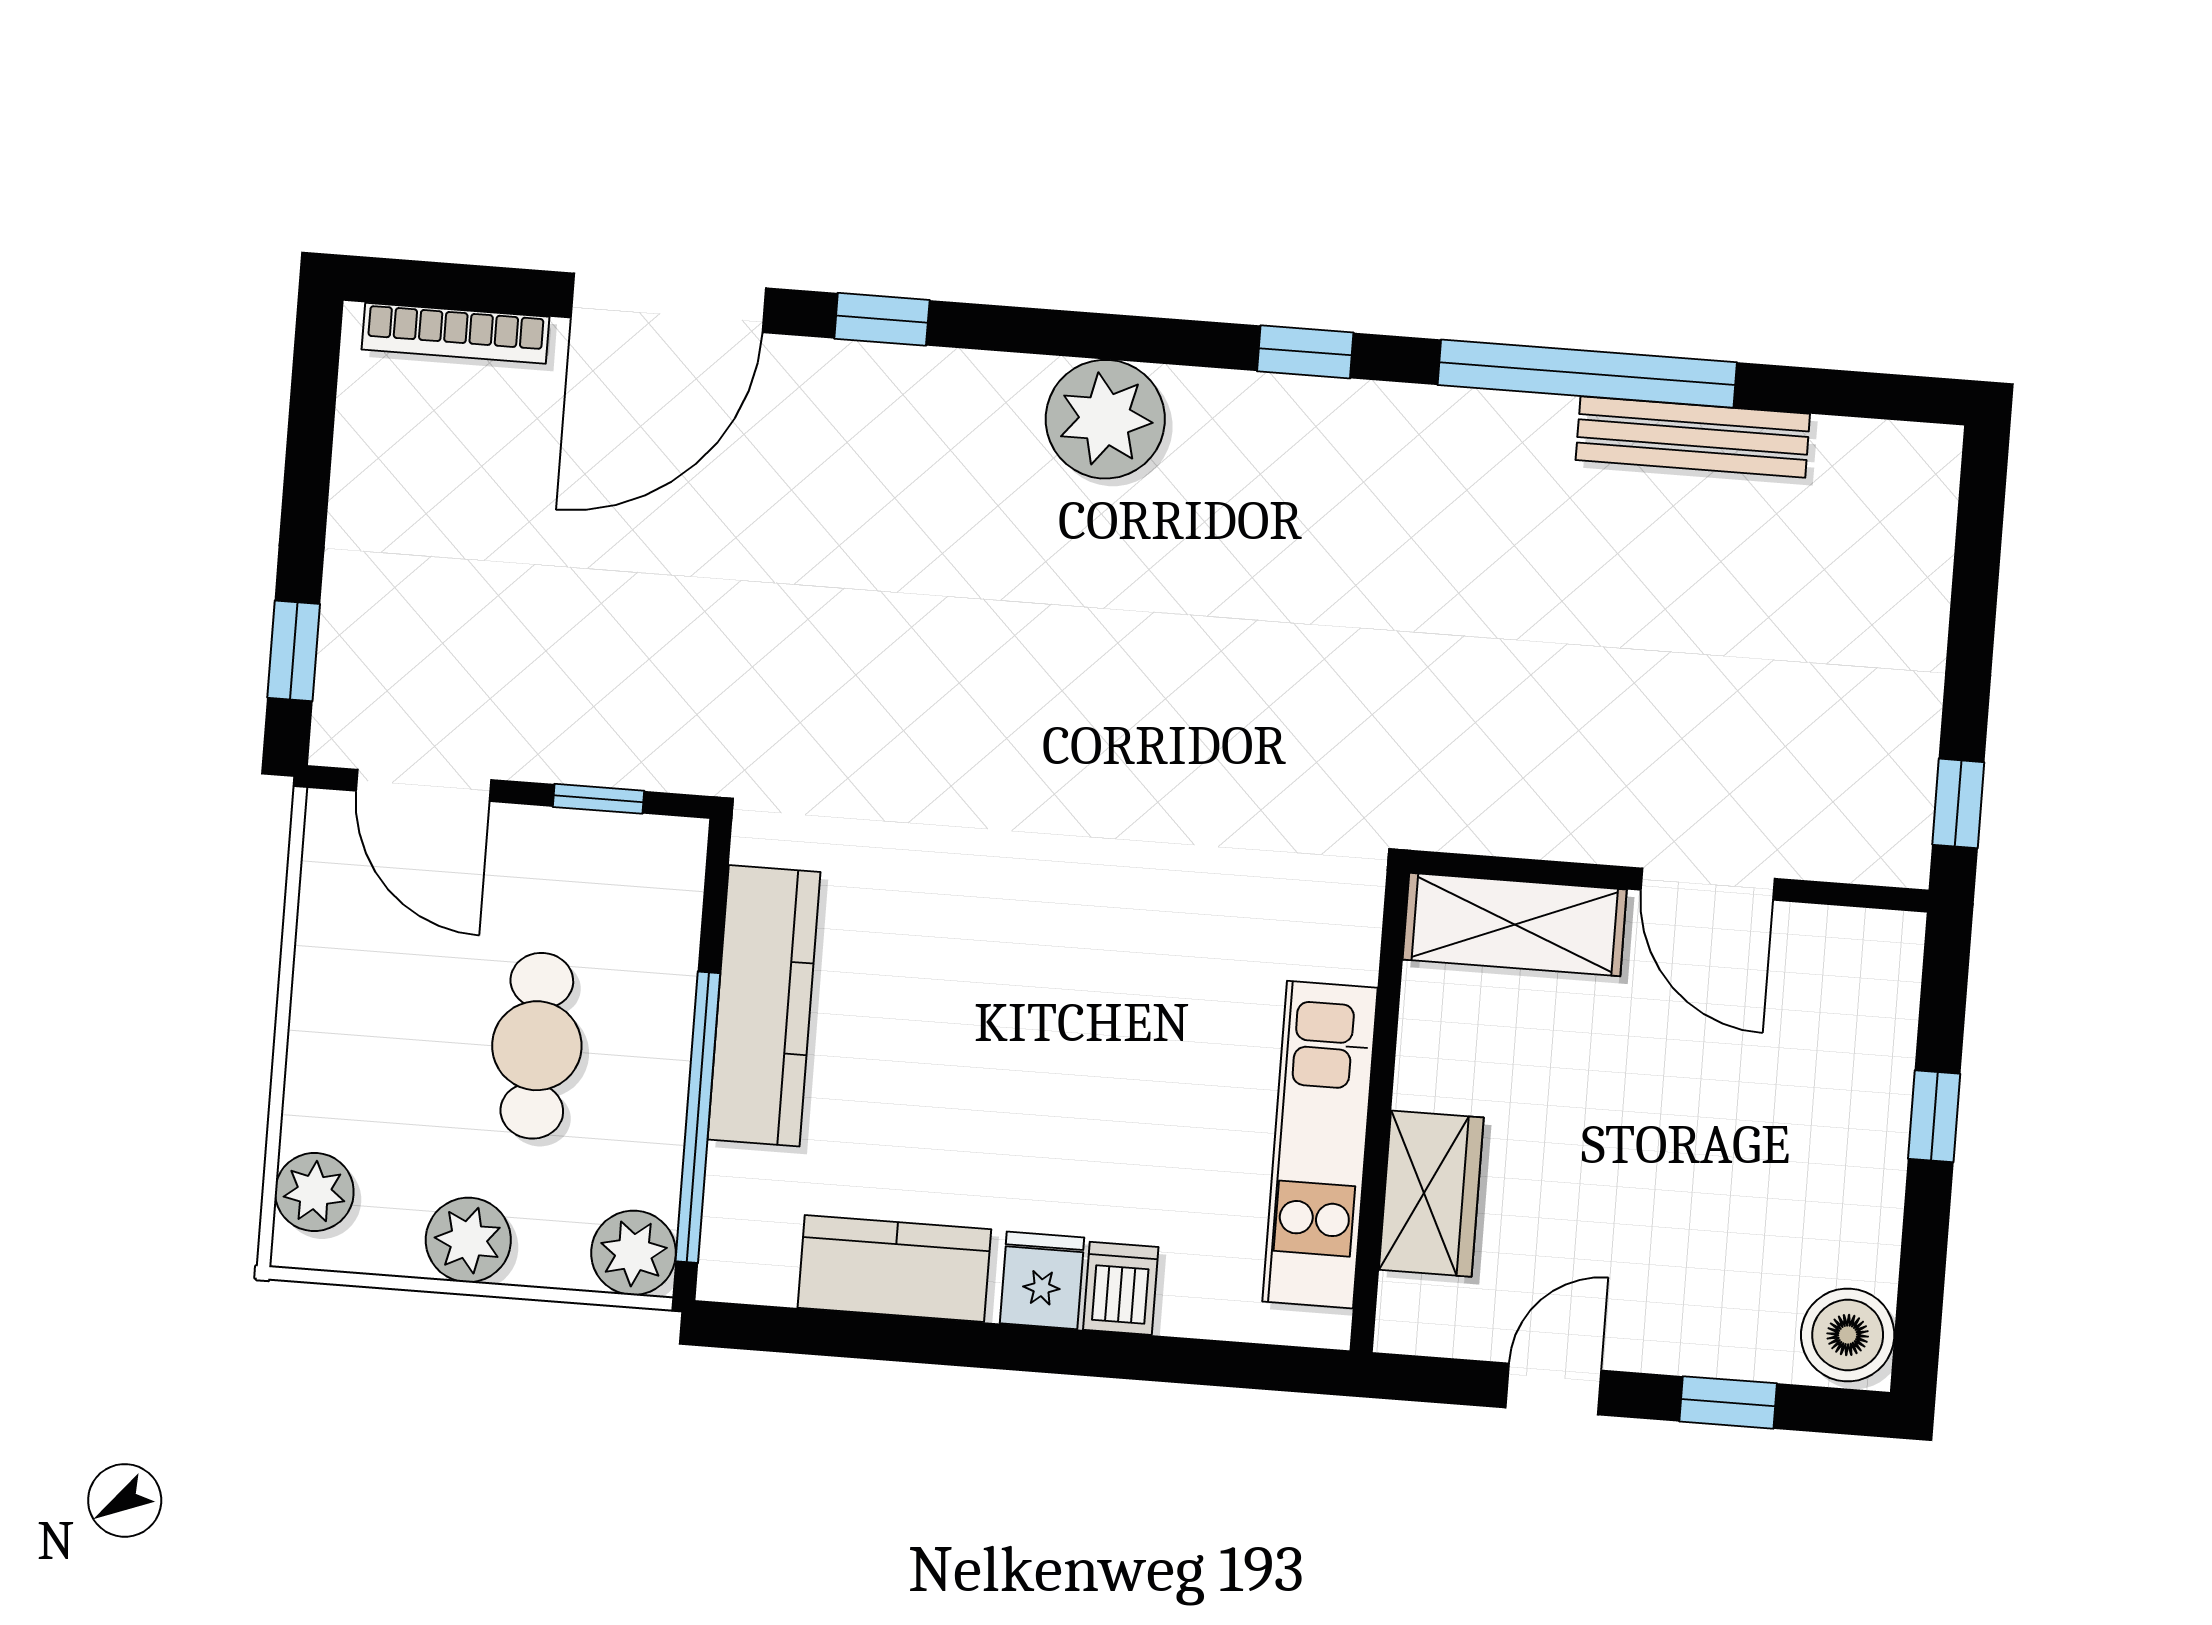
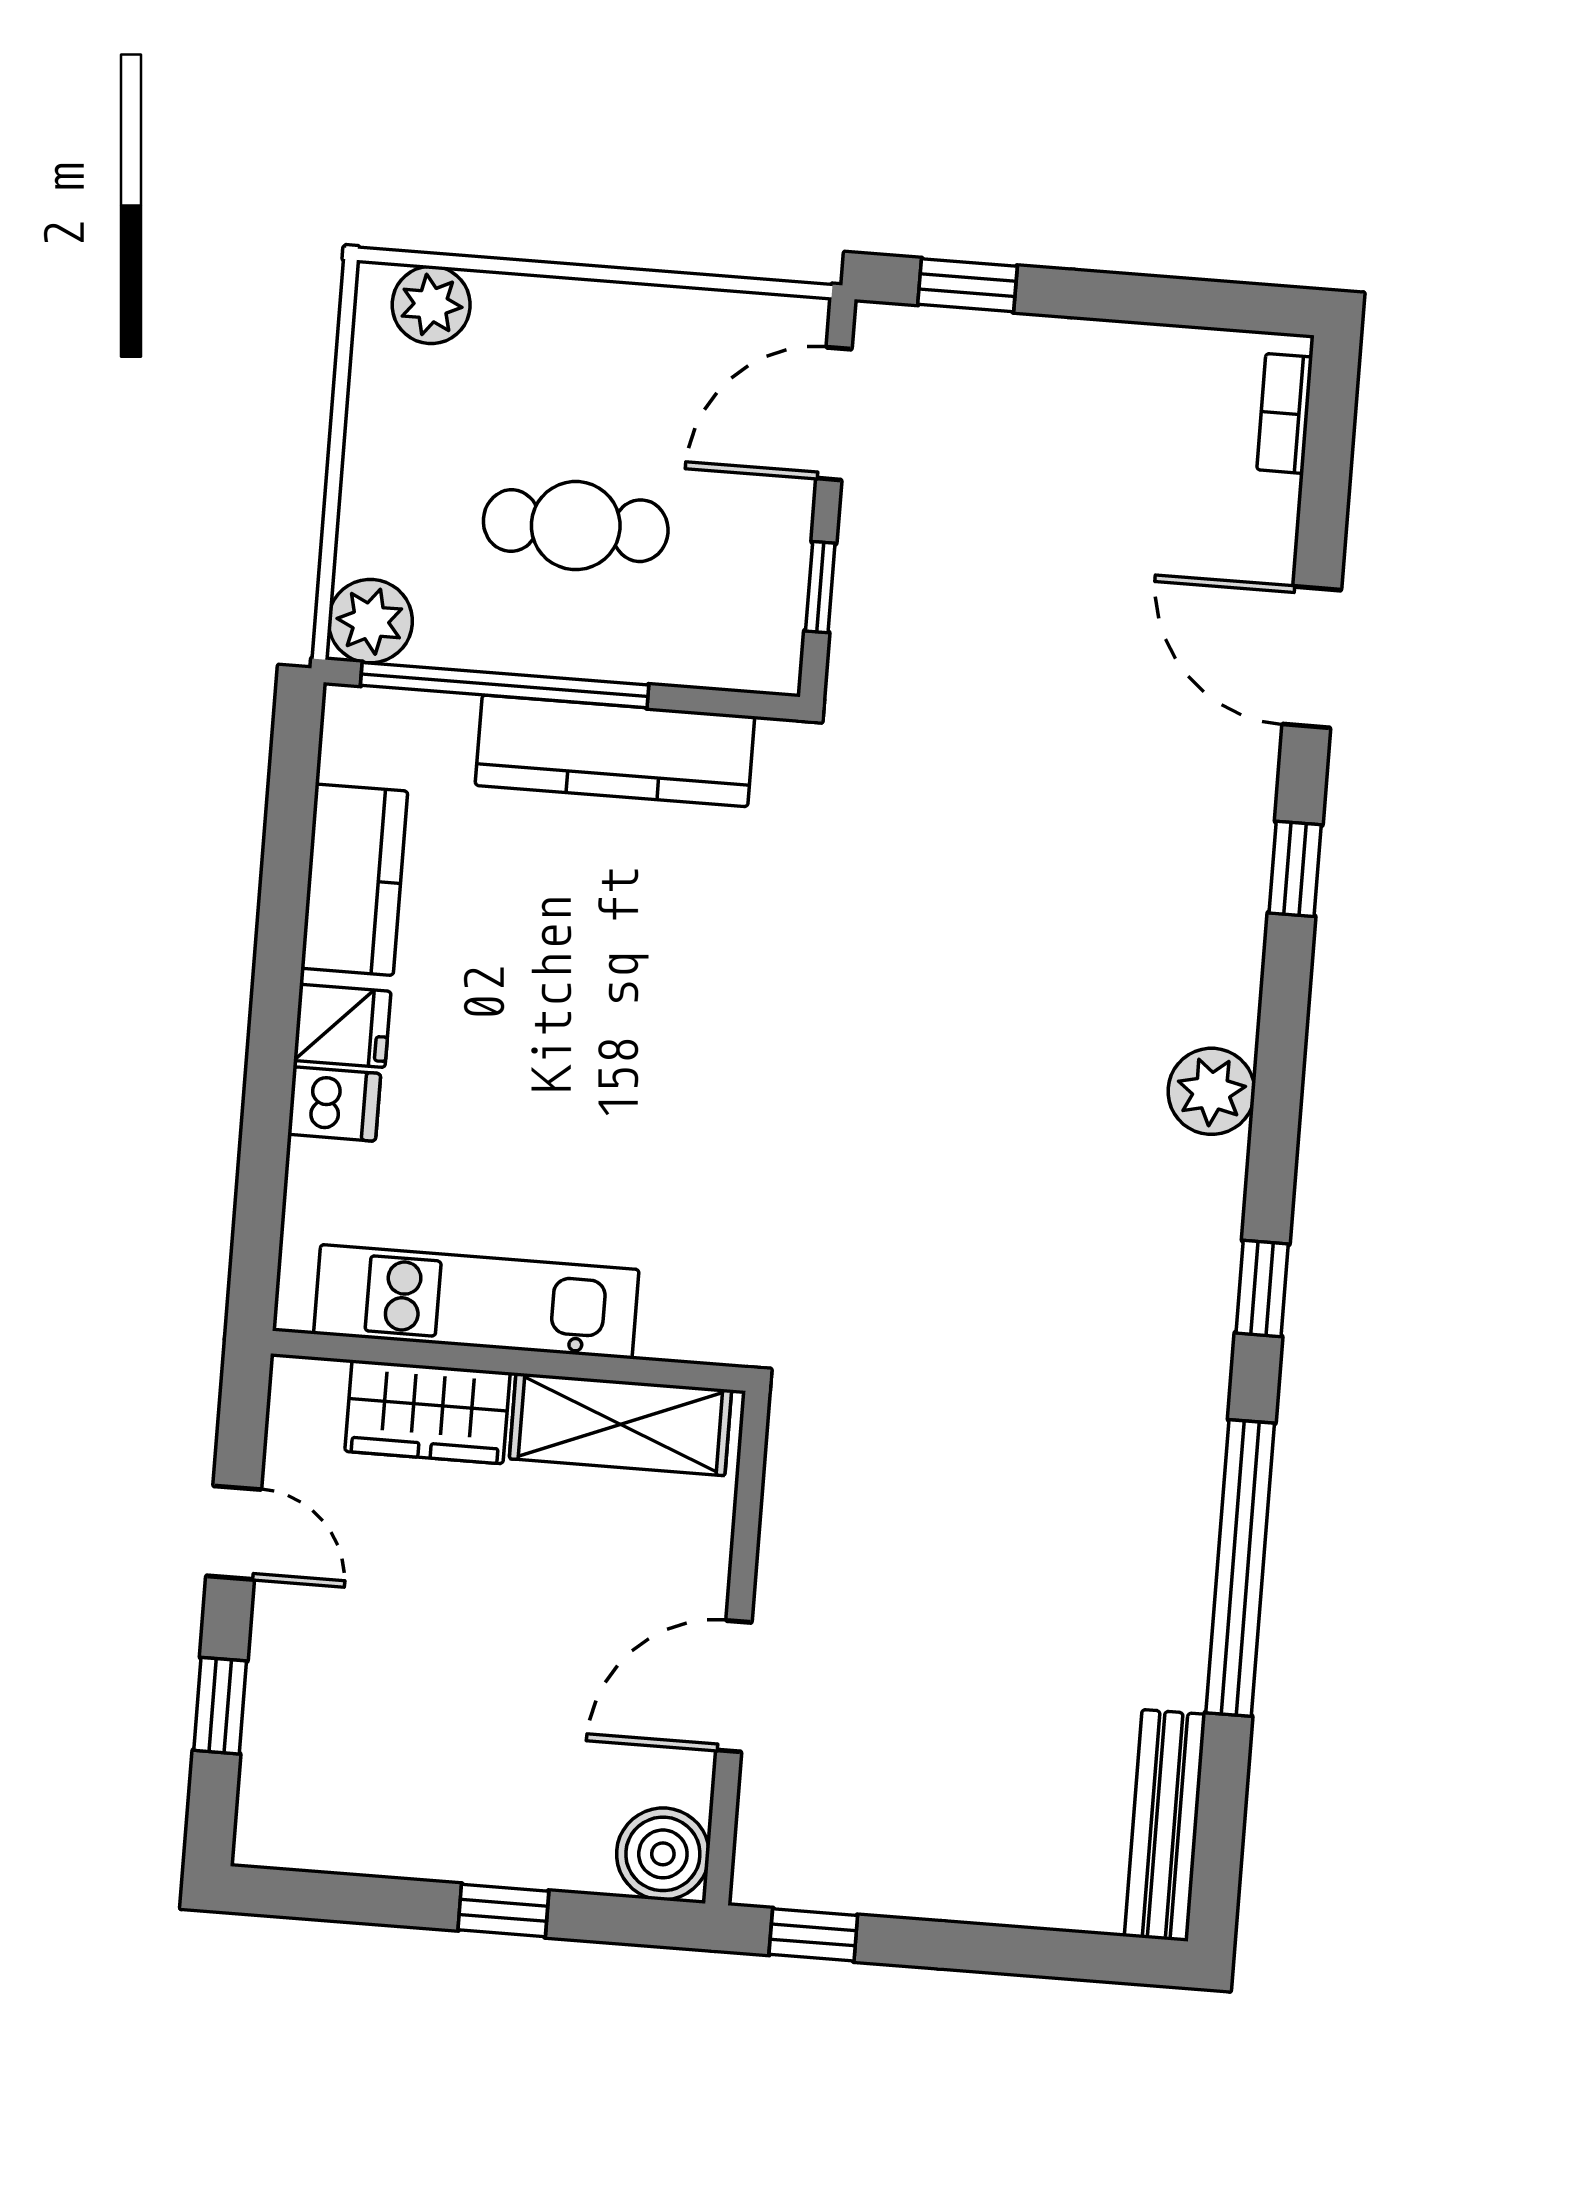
door: (668, 303) -> (1312, 657), width x0.73
bookcase: (455, 333) -> (1285, 413), width x0.64
plant: (1105, 419) -> (1211, 1091), width x0.73, depth x0.73
bench: (1693, 437) -> (1165, 1825), moved
shelving: (1515, 925) -> (620, 1424), moved, turned 90
plant: (468, 1240) -> (383, 457), removed
boiler: (1848, 1335) -> (663, 1854), moved

